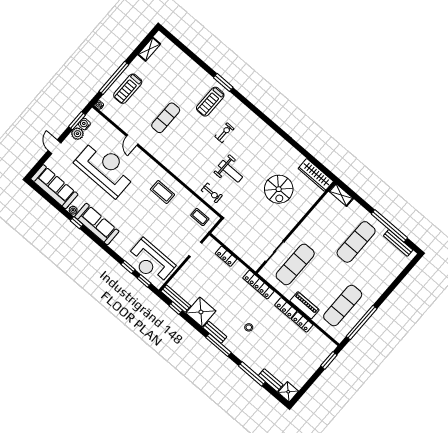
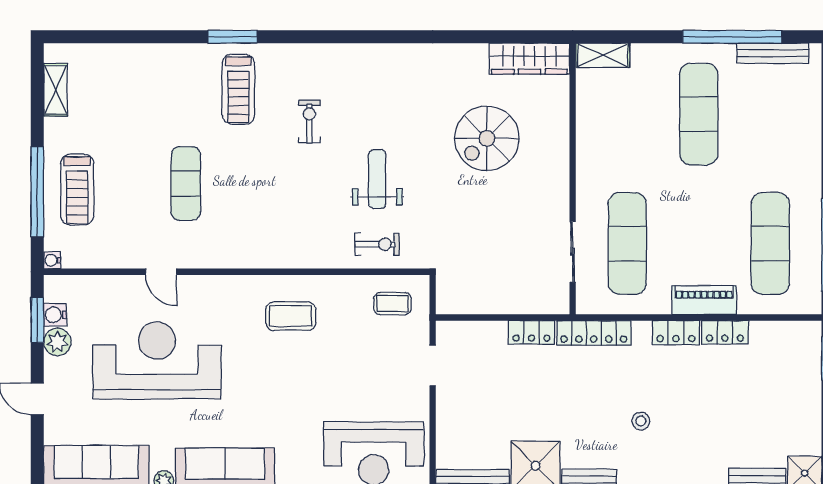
weight bench: (231, 171) -> (377, 179), turned -90
spiral stairs: (279, 189) -> (487, 138), turned 90
locker: (226, 256) -> (531, 332), moved

